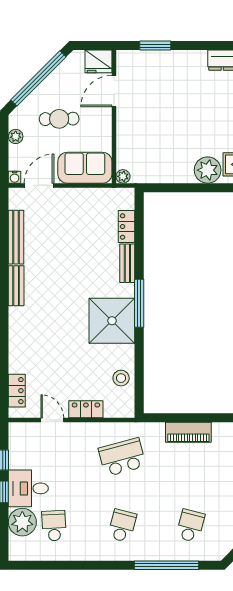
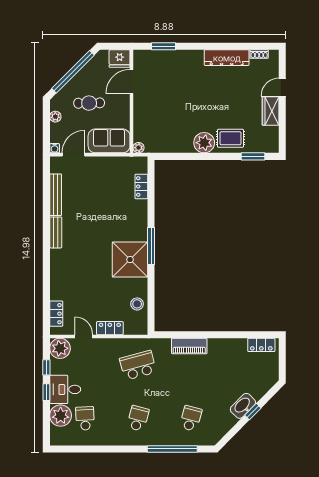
bench: (127, 263) -> (142, 215), removed
plant: (22, 435) -> (60, 348), added

